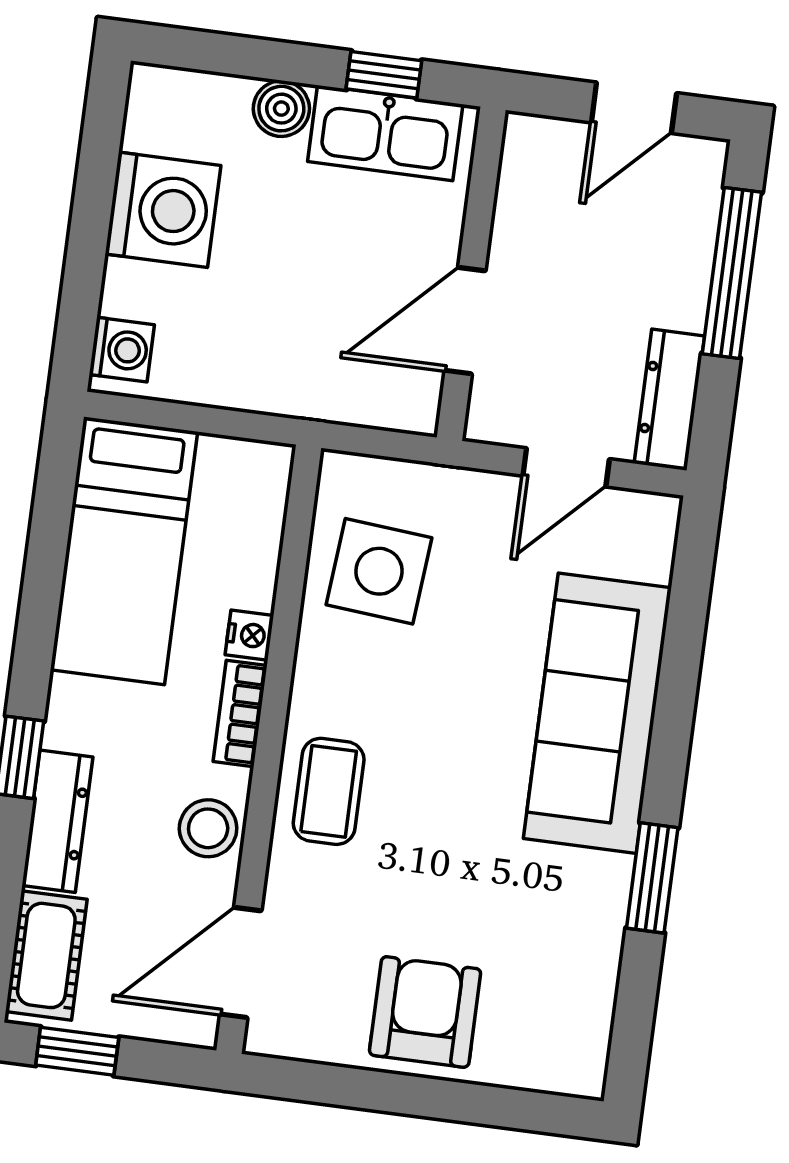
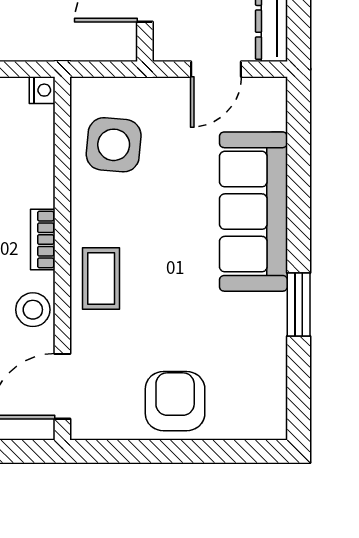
nightstand: (249, 635) -> (42, 90), moved

